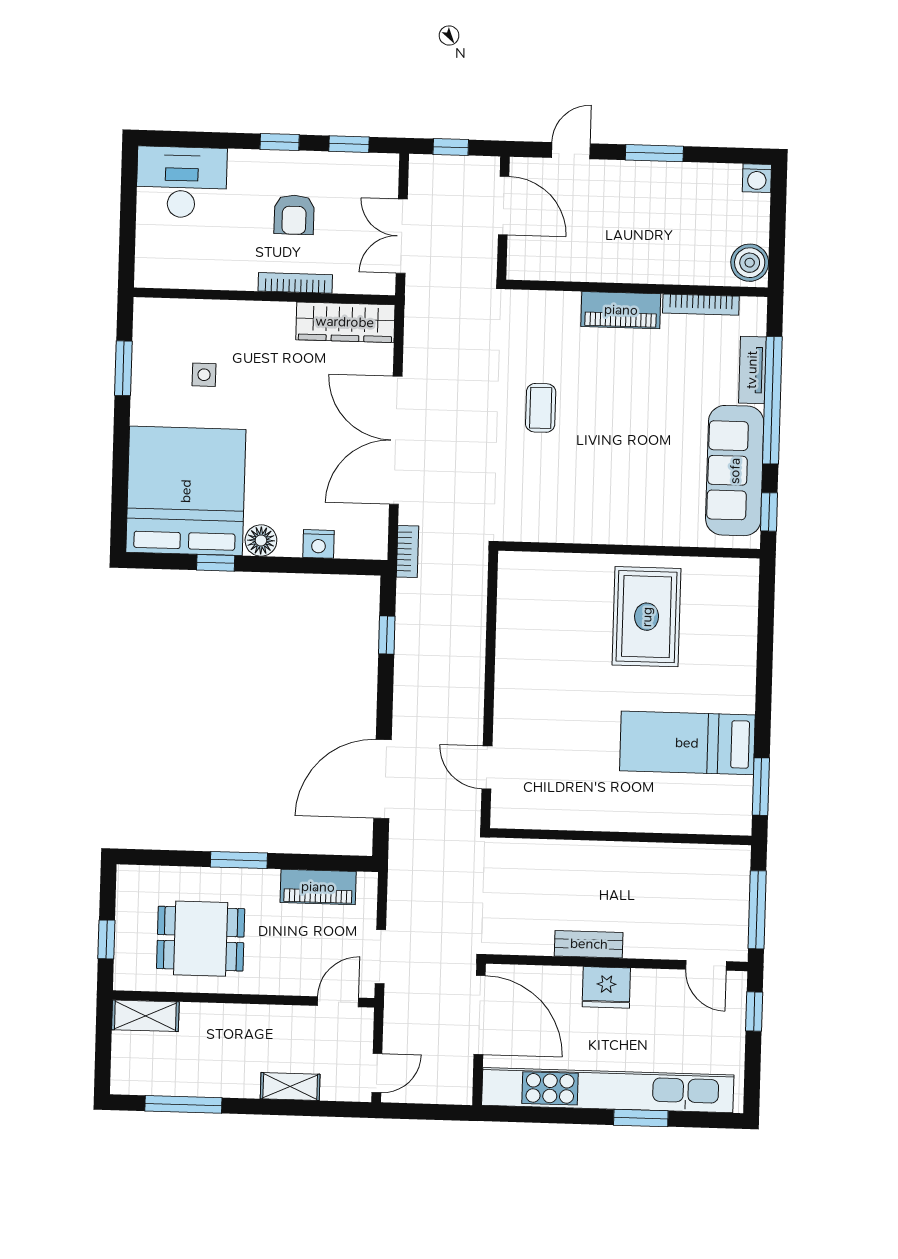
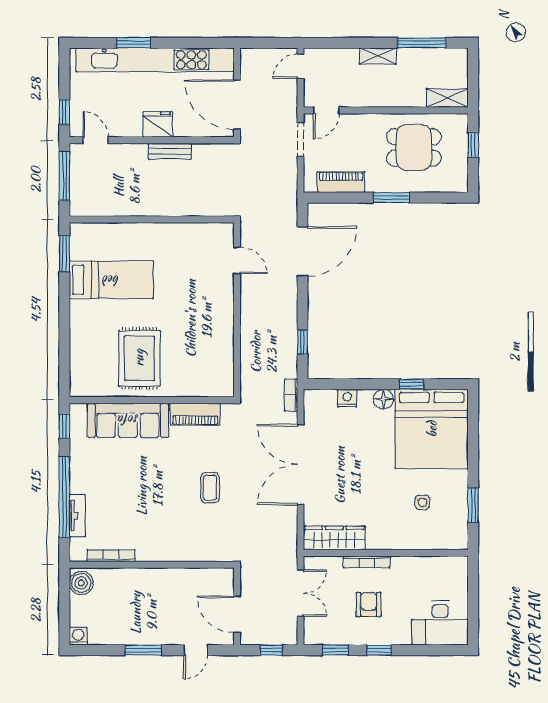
piano: (621, 310) -> (195, 414), moved, turned 180
double door: (396, 440) -> (300, 465), swing flipped
sofa: (735, 471) -> (128, 420), moved, turned 90
shelving: (290, 1086) -> (378, 56), moved

